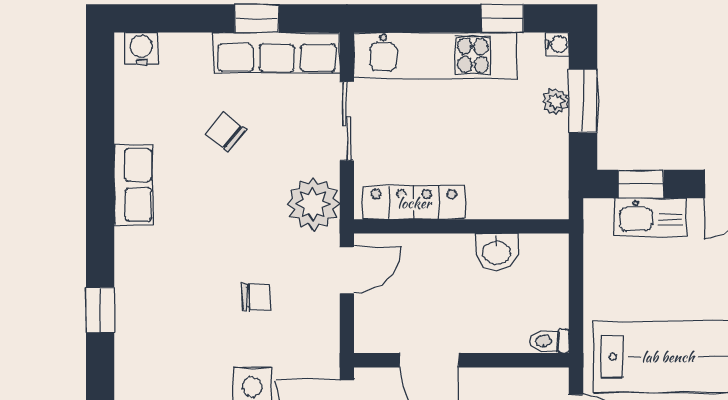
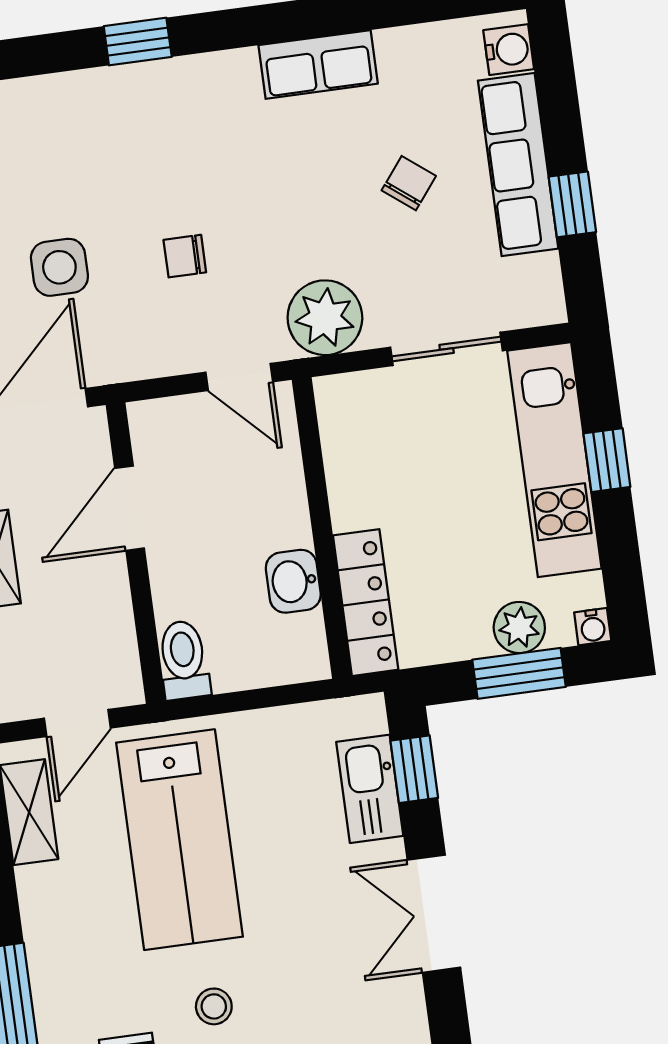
window: (502, 18) -> (607, 460), moved
row of seats: (277, 53) -> (518, 165), moved
plant: (556, 101) -> (519, 628), width x1.38, depth x1.38
locker: (414, 203) -> (366, 603), moved
chair: (256, 297) -> (185, 256), turned 90
toilet: (549, 341) -> (184, 660), width x1.37, depth x1.39

